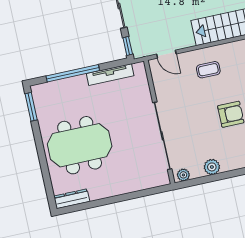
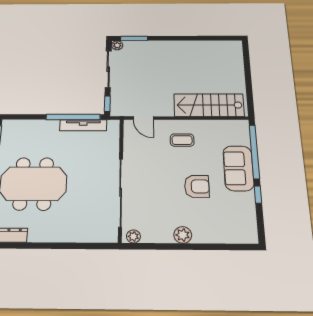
window: (73, 73) -> (73, 117), moved
plant: (212, 167) -> (183, 235), moved

